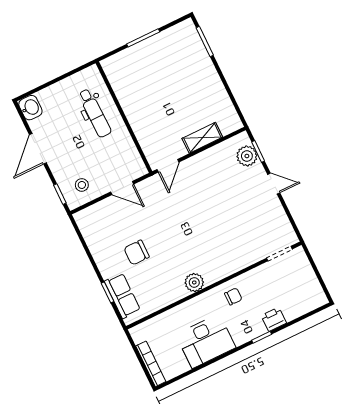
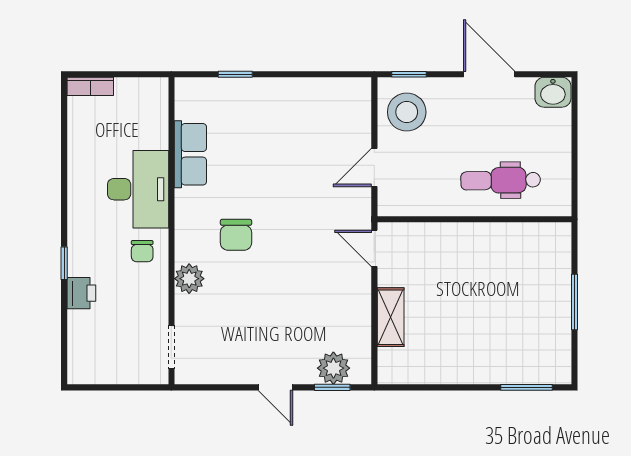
door: (274, 184) -> (275, 387), hinge flipped
stool: (82, 185) -> (407, 112), width x1.89, depth x1.89
chair: (137, 253) -> (236, 235), moved, turned 180
plant: (194, 282) -> (189, 279), moved
row of seats: (122, 296) -> (190, 154), moved, turned -90
desk: (206, 341) -> (138, 189), moved, turned 180
bookcase: (151, 364) -> (90, 86), width x0.64

